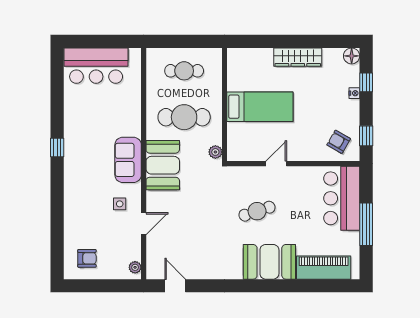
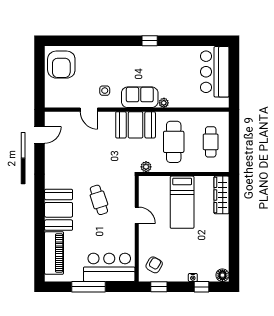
wardrobe: (298, 57) -> (222, 195), moved
armchair: (87, 258) -> (61, 65), width x1.88, depth x1.88
plant: (135, 267) -> (164, 103), moved

